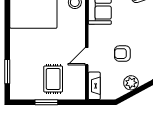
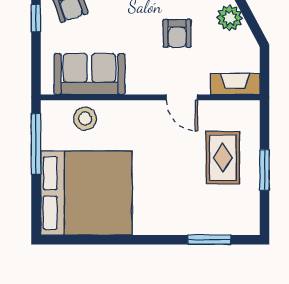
rug: (53, 79) -> (223, 158), turned 90

